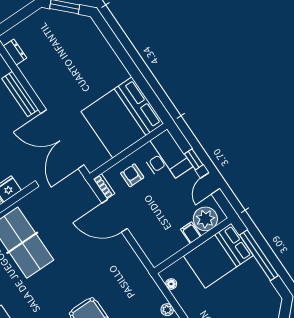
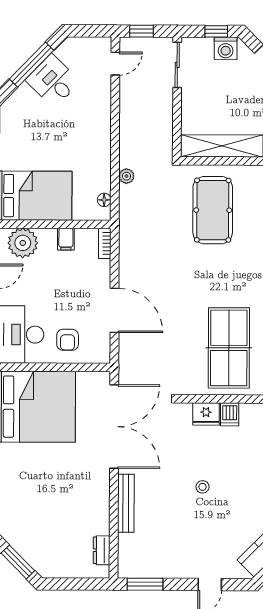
bookcase: (104, 186) -> (105, 243), moved
filing cabinet: (191, 233) -> (66, 239), moved

